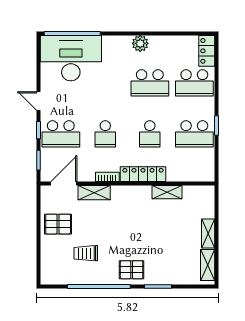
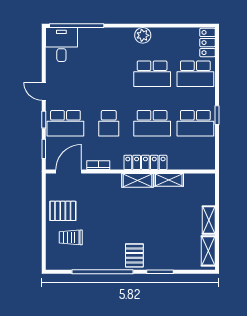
desk: (71, 58) -> (61, 44), width x0.53, depth x0.77
school desk: (150, 134) -> (152, 123), width x1.85
bookcase: (107, 177) -> (98, 165), moved
shelving: (94, 193) -> (137, 180), moved
trolley: (86, 253) -> (71, 237), moved
pallet: (132, 270) -> (134, 255), turned 90

